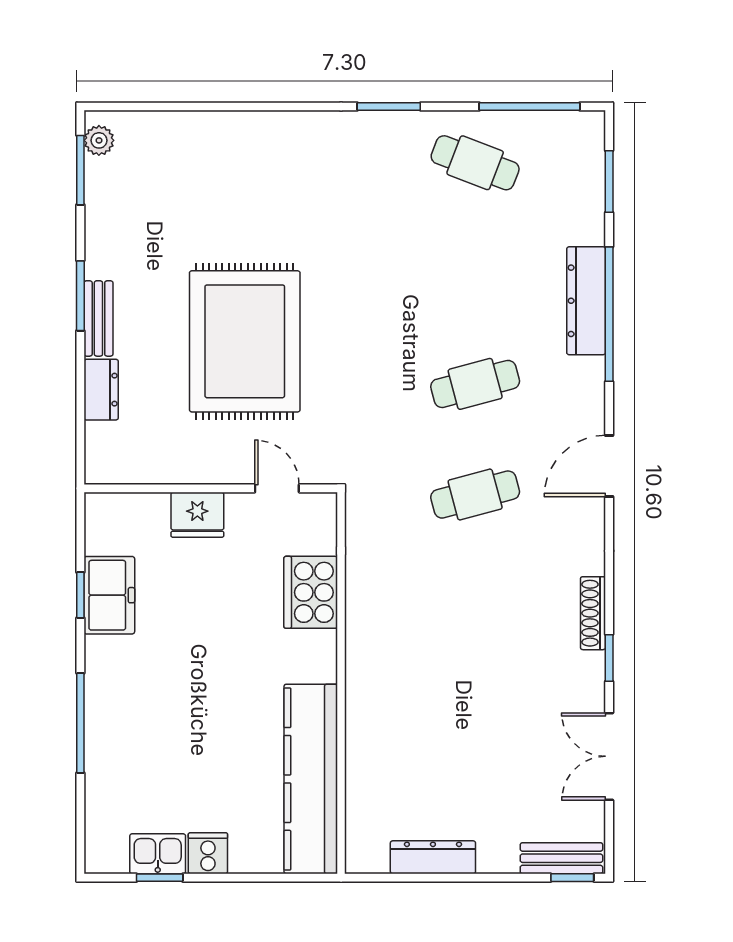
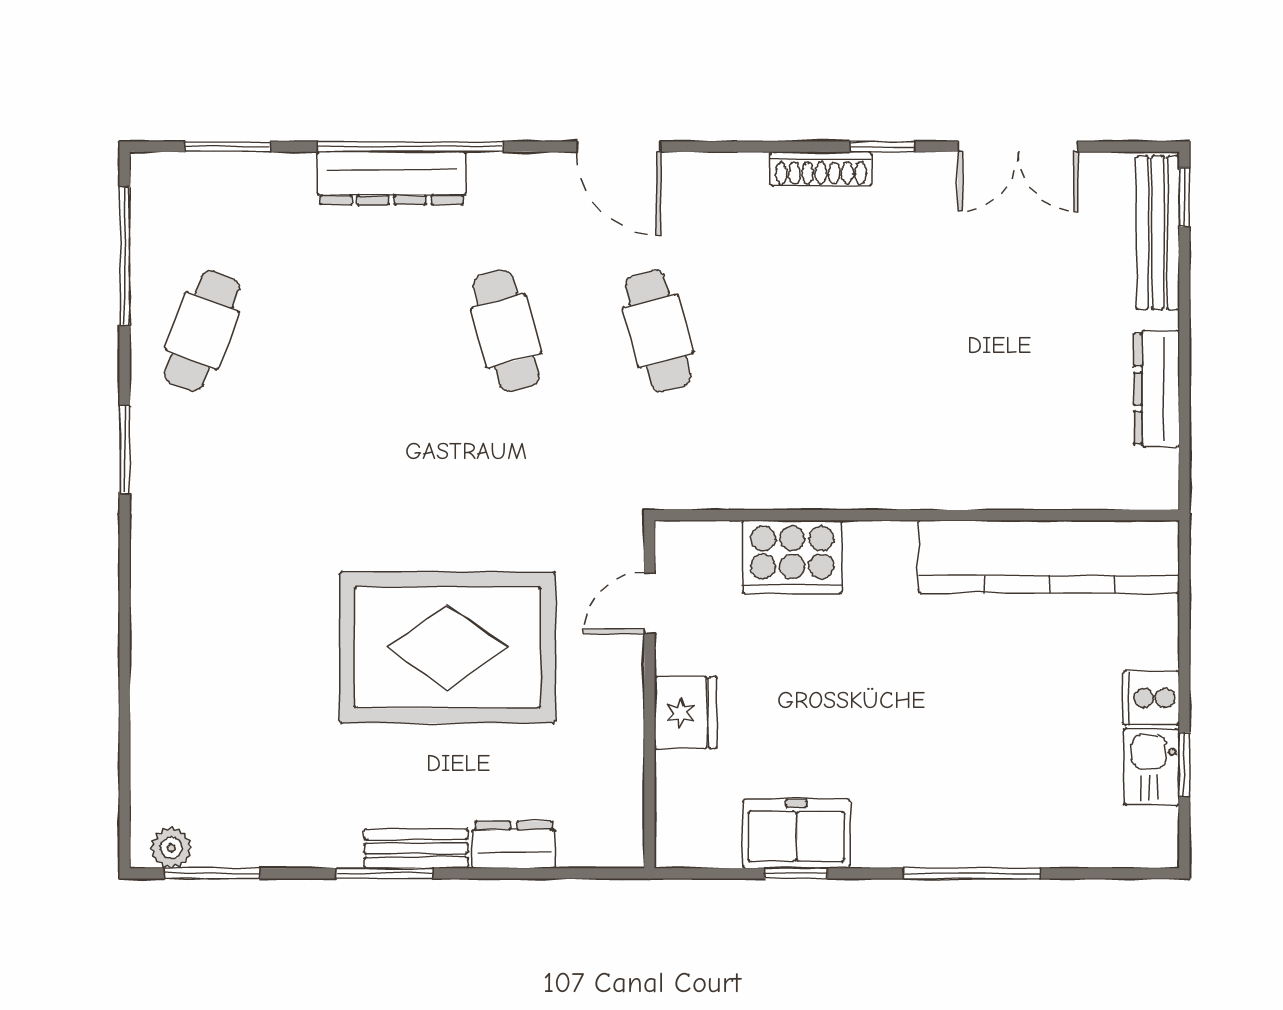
bench: (561, 858) -> (1158, 233), width x1.36

